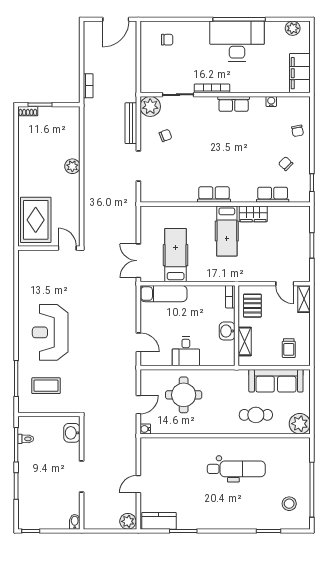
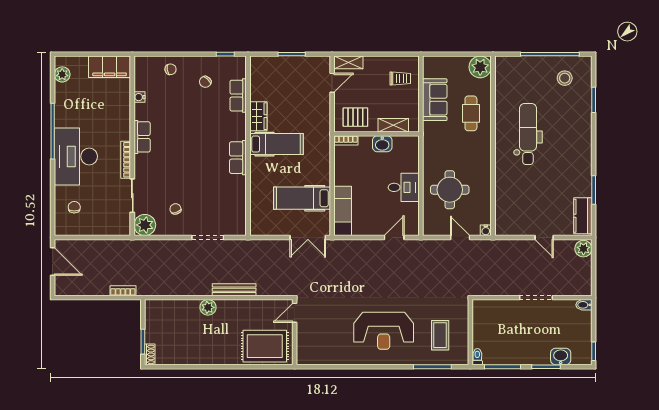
desk: (237, 41) -> (76, 156), moved
bench: (131, 123) -> (234, 290), moved
sofa: (276, 381) -> (435, 100), width x0.73
washbasin: (72, 433) -> (561, 356), moved, turned 180
toilet: (26, 439) -> (477, 357), moved

